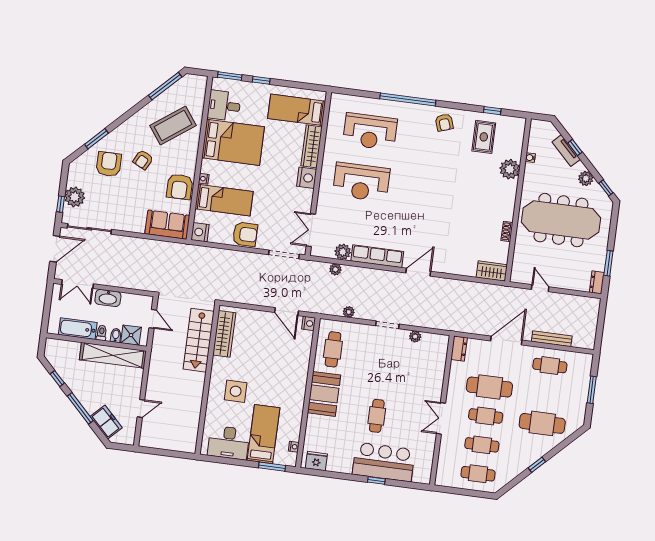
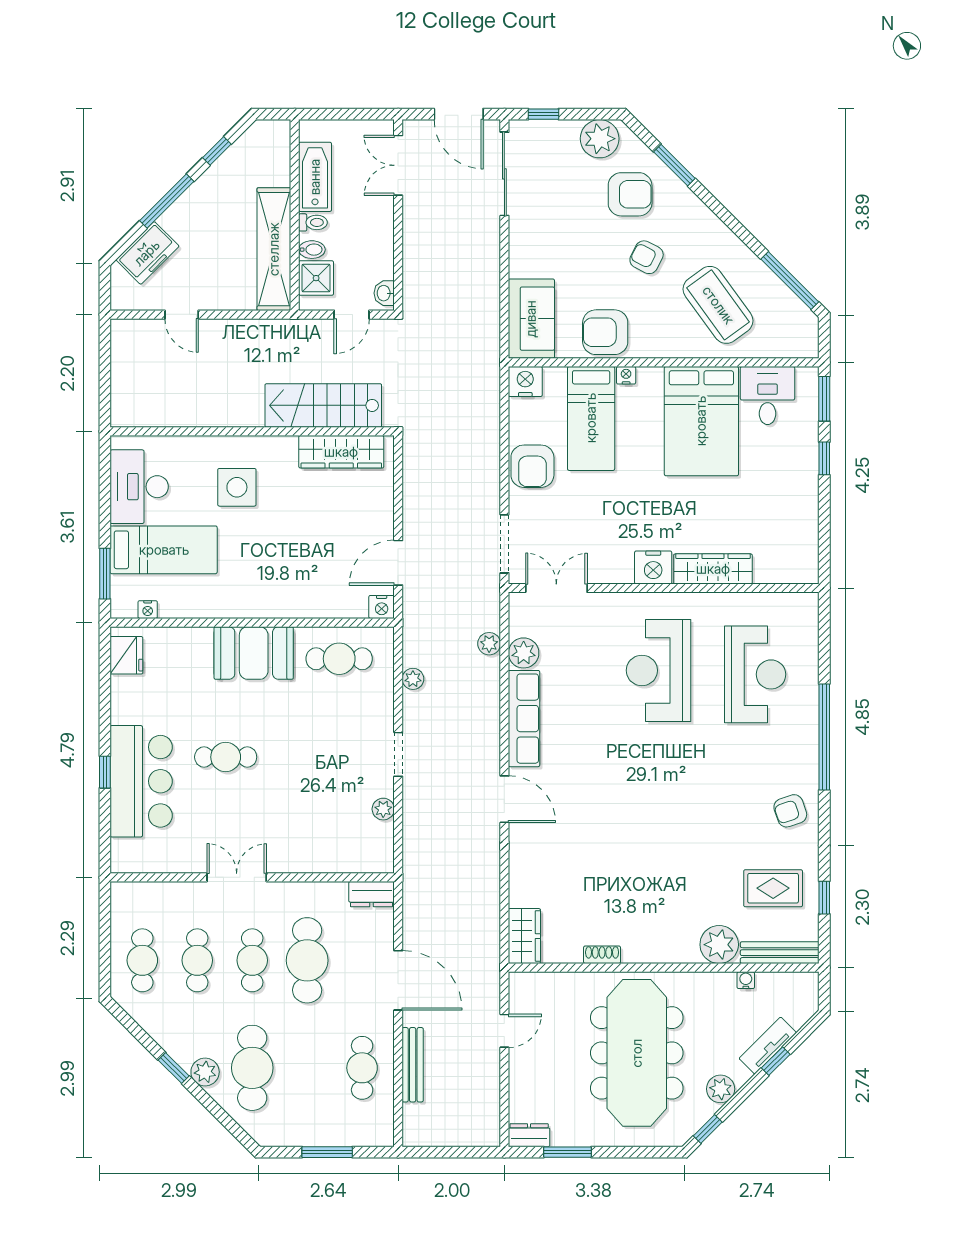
bed: (297, 110) -> (778, 532), removed
reception desk: (370, 132) -> (755, 674), turned 180
bench: (518, 138) -> (780, 953), added
plant: (75, 197) -> (600, 139), moved
washbasin: (108, 298) -> (384, 293), moved, width x0.52, depth x0.69
plant: (541, 449) -> (205, 1072), added

